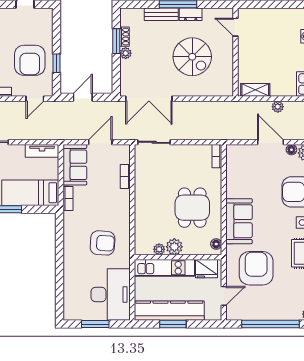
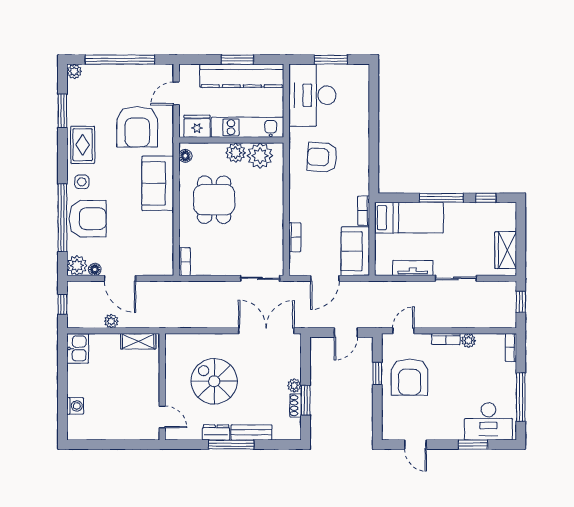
armchair: (30, 60) -> (410, 377), turned 180
tv unit: (42, 151) -> (413, 268), moved
plant: (159, 249) -> (260, 156), width x1.87, depth x1.87

